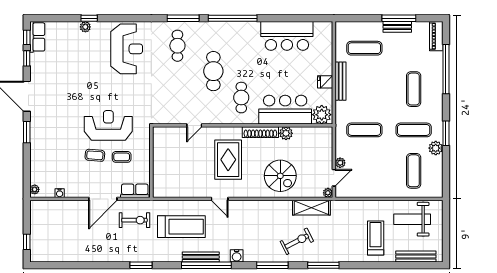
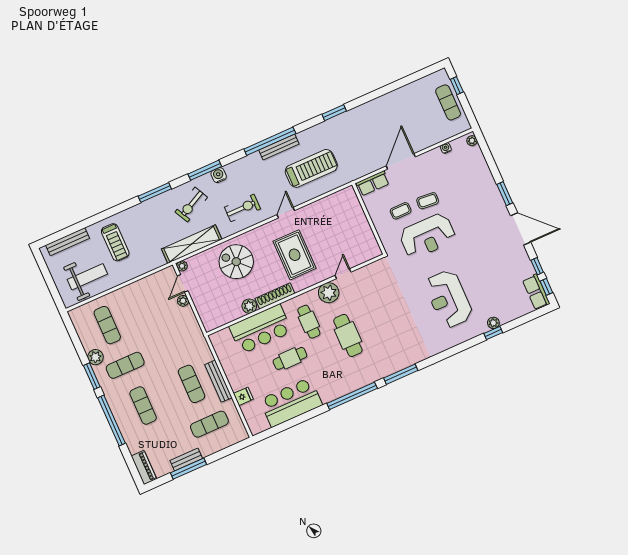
cafe table: (177, 46) -> (290, 358), moved, turned 90
reception desk: (127, 49) -> (448, 299), moved
window: (446, 69) -> (112, 420), moved
fridge: (325, 82) -> (243, 396), moved
plant: (322, 115) -> (329, 293), moved
exercise mat: (364, 130) -> (192, 384), moved, turned 90
door: (220, 199) -> (286, 213), hinge flipped
shelving: (311, 208) -> (192, 244), width x1.47
exercise bike: (134, 220) -> (242, 208), moved, turned 180
treadmill: (181, 227) -> (311, 168), turned 180
exercise mat: (40, 231) -> (448, 102), added
water cooler: (237, 256) -> (219, 175), moved

